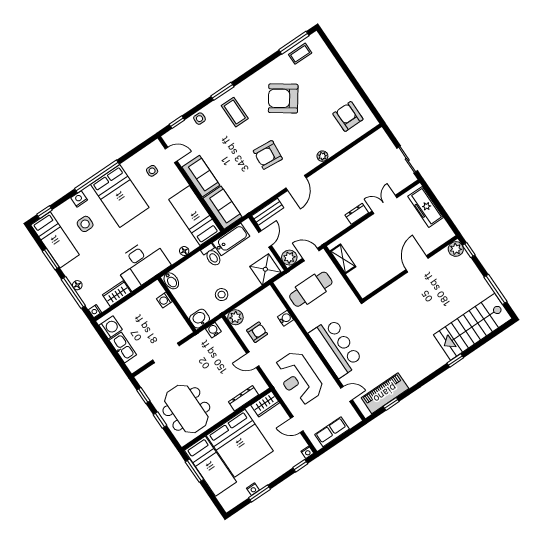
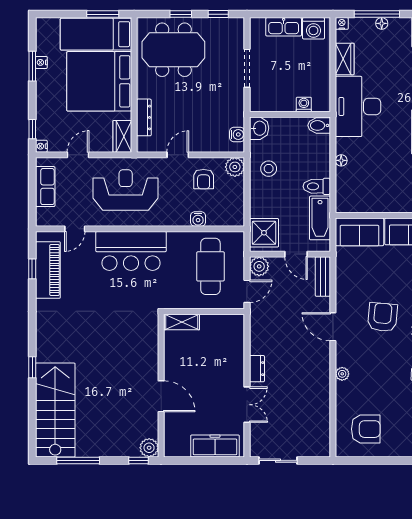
bed: (195, 216) -> (371, 197), removed
shelving: (343, 259) -> (182, 322), moved

